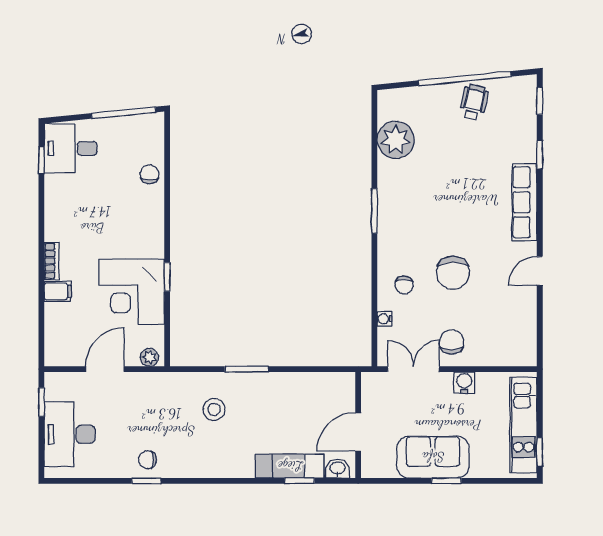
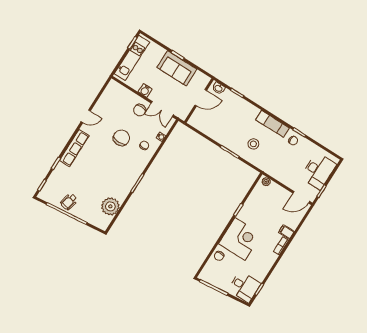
corner desk: (132, 292) -> (240, 239), moved
door: (105, 369) -> (301, 197), moved
exam couch: (290, 466) -> (272, 124), moved

